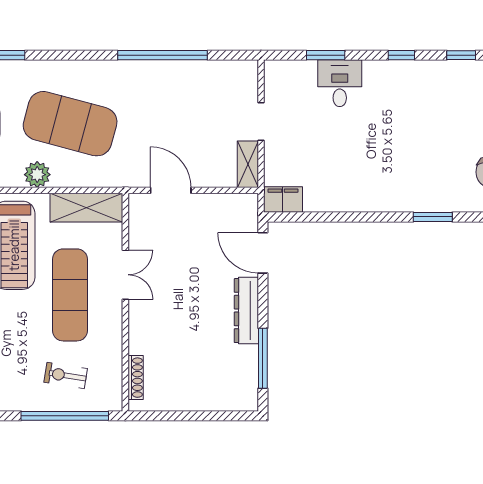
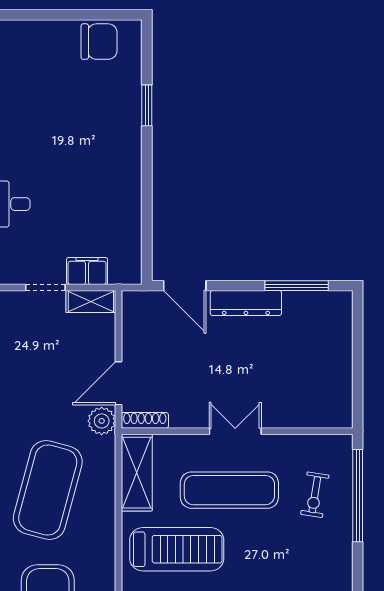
plant: (37, 175) -> (102, 421), moved
filing cabinet: (283, 200) -> (87, 271), moved, turned 90
door: (263, 253) -> (185, 286), hinge flipped
double door: (125, 275) -> (235, 431), moved
shoe rack: (136, 378) -> (145, 420), moved

